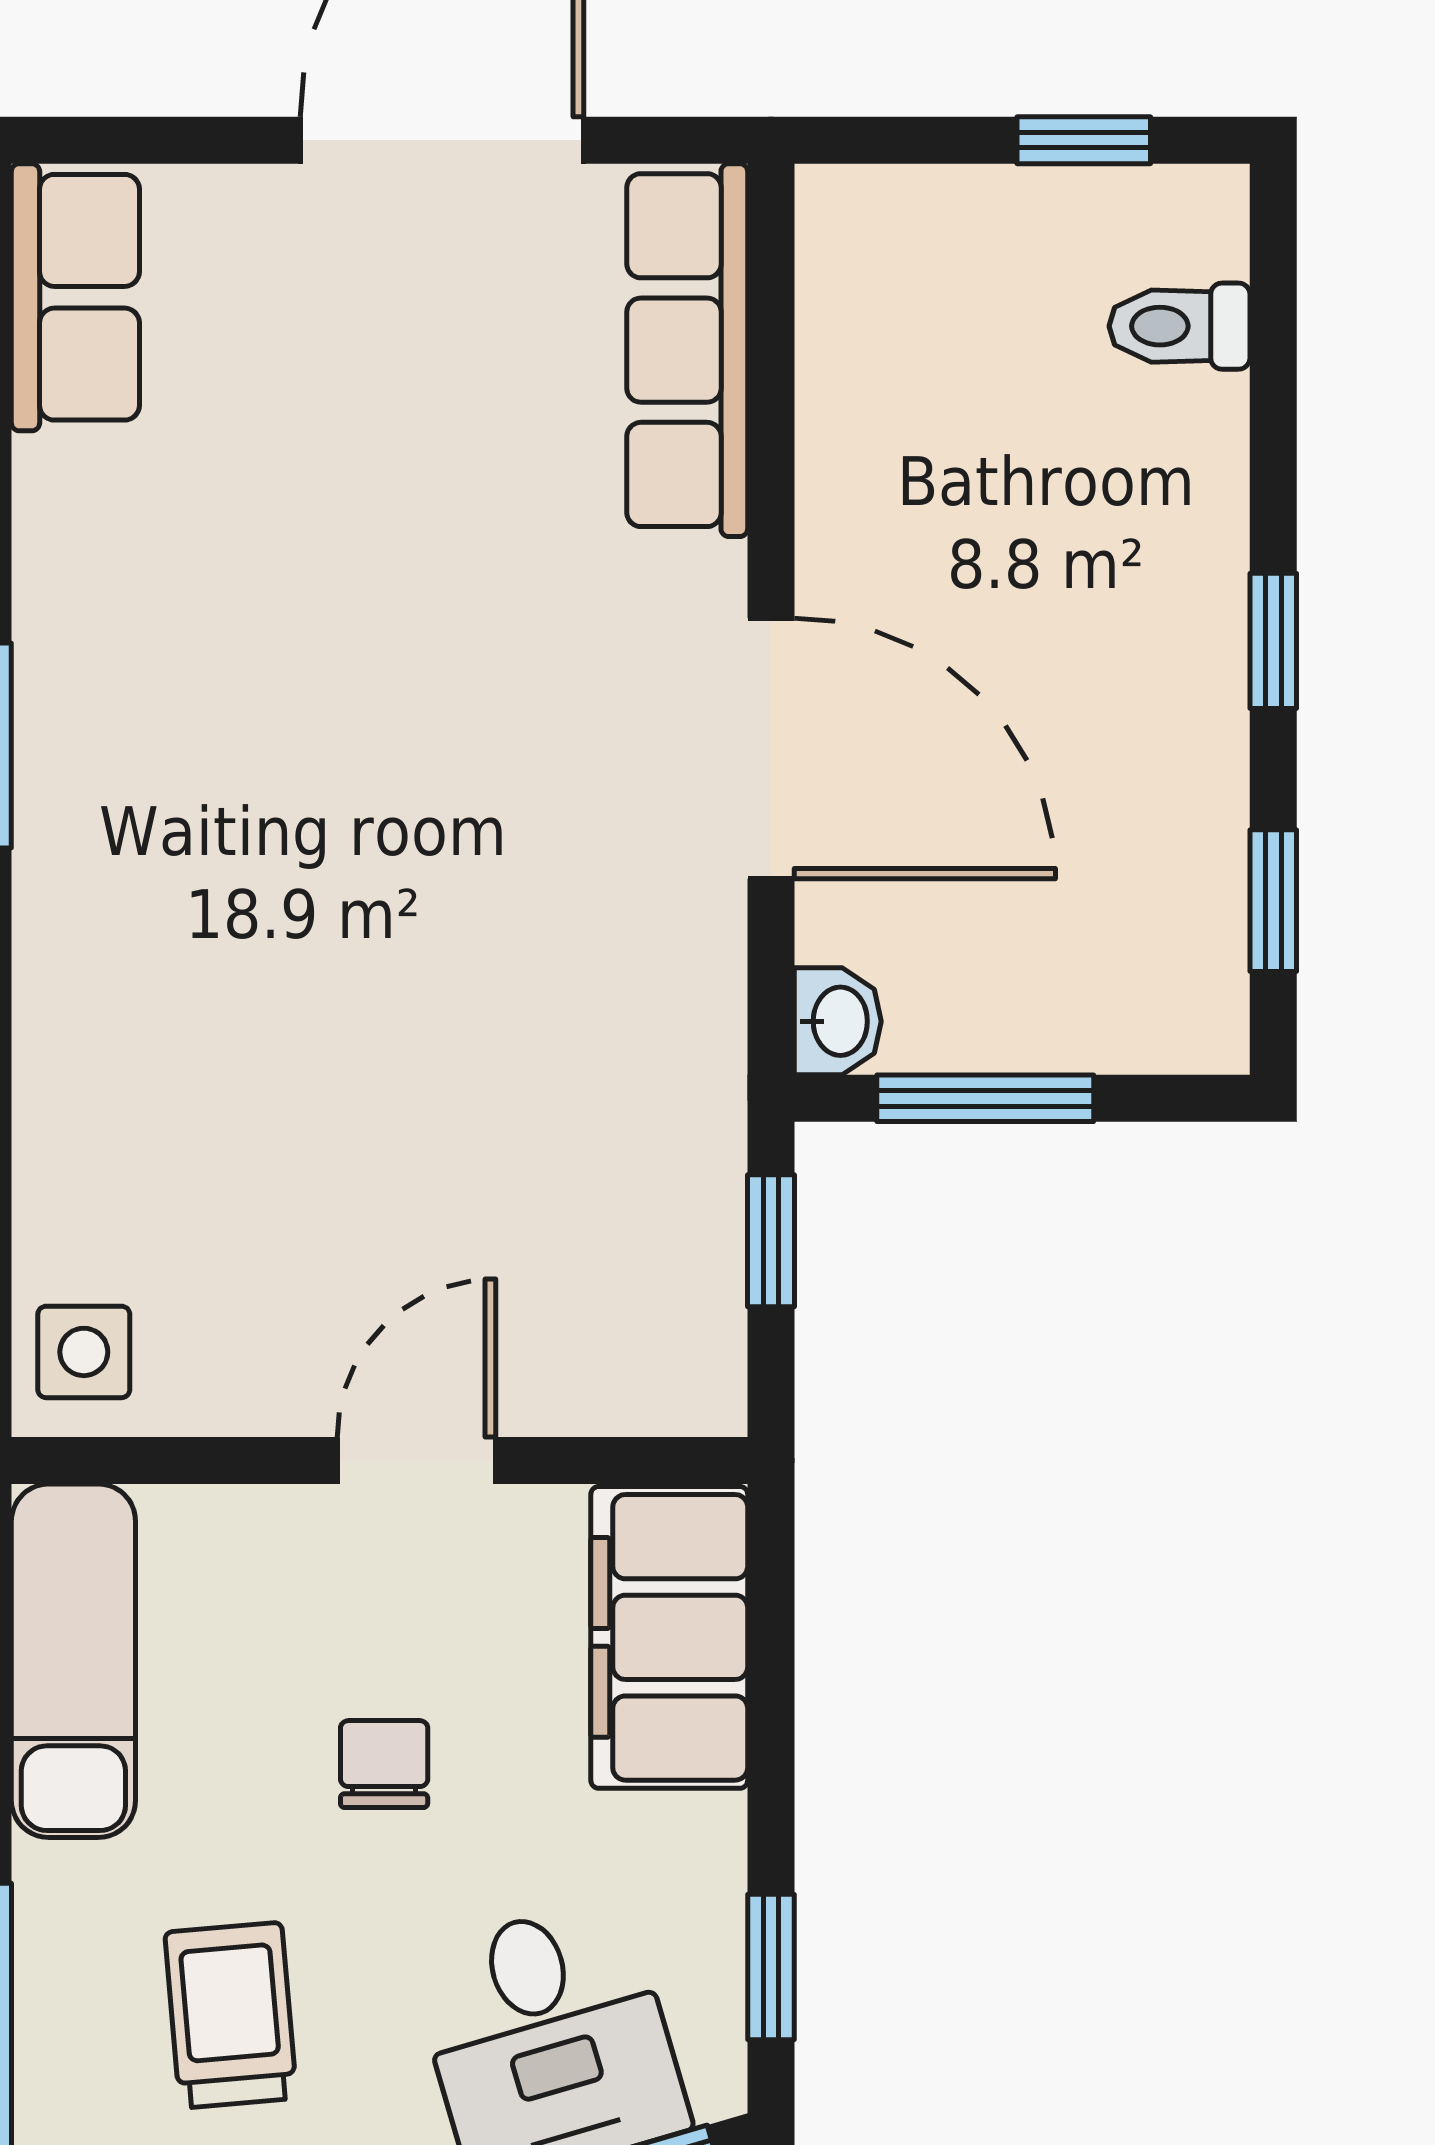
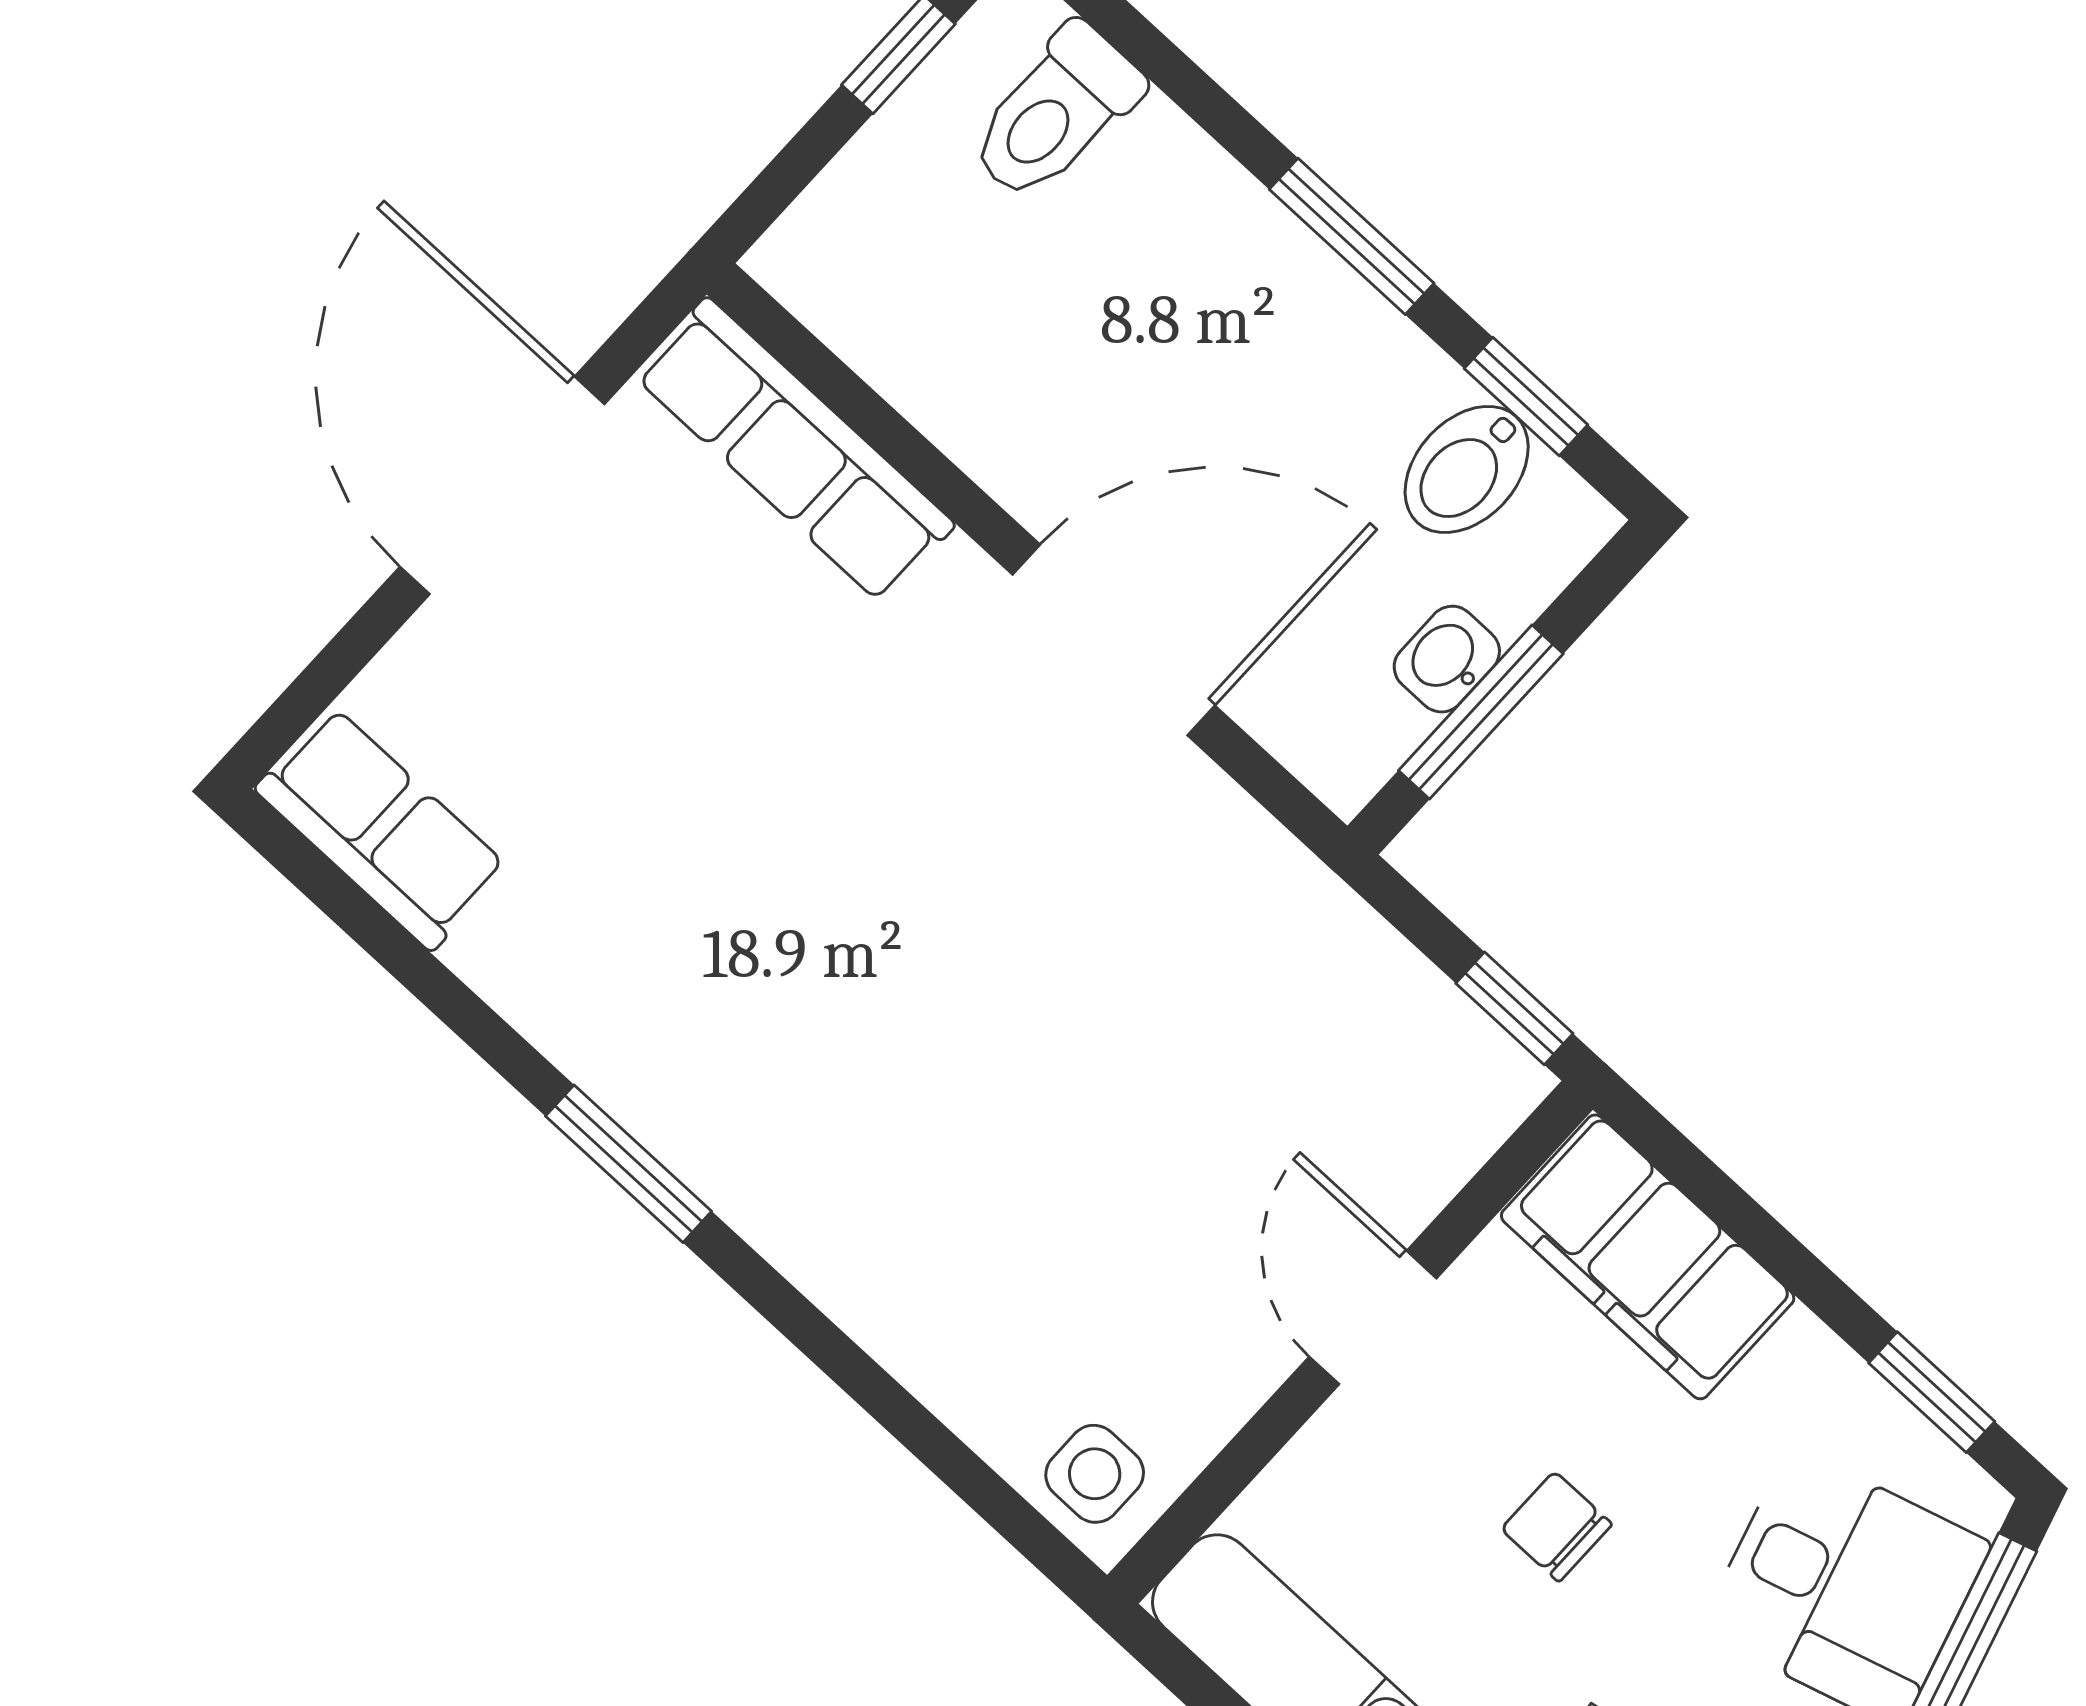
toilet: (1180, 326) -> (1055, 113), width x1.37, depth x1.39
window: (1273, 641) -> (1352, 236), width x1.50
bidet: (1170, 907) -> (1467, 469), added
washbasin: (838, 1021) -> (1447, 659), moved, turned -90
window: (771, 1241) -> (1514, 1008), moved

